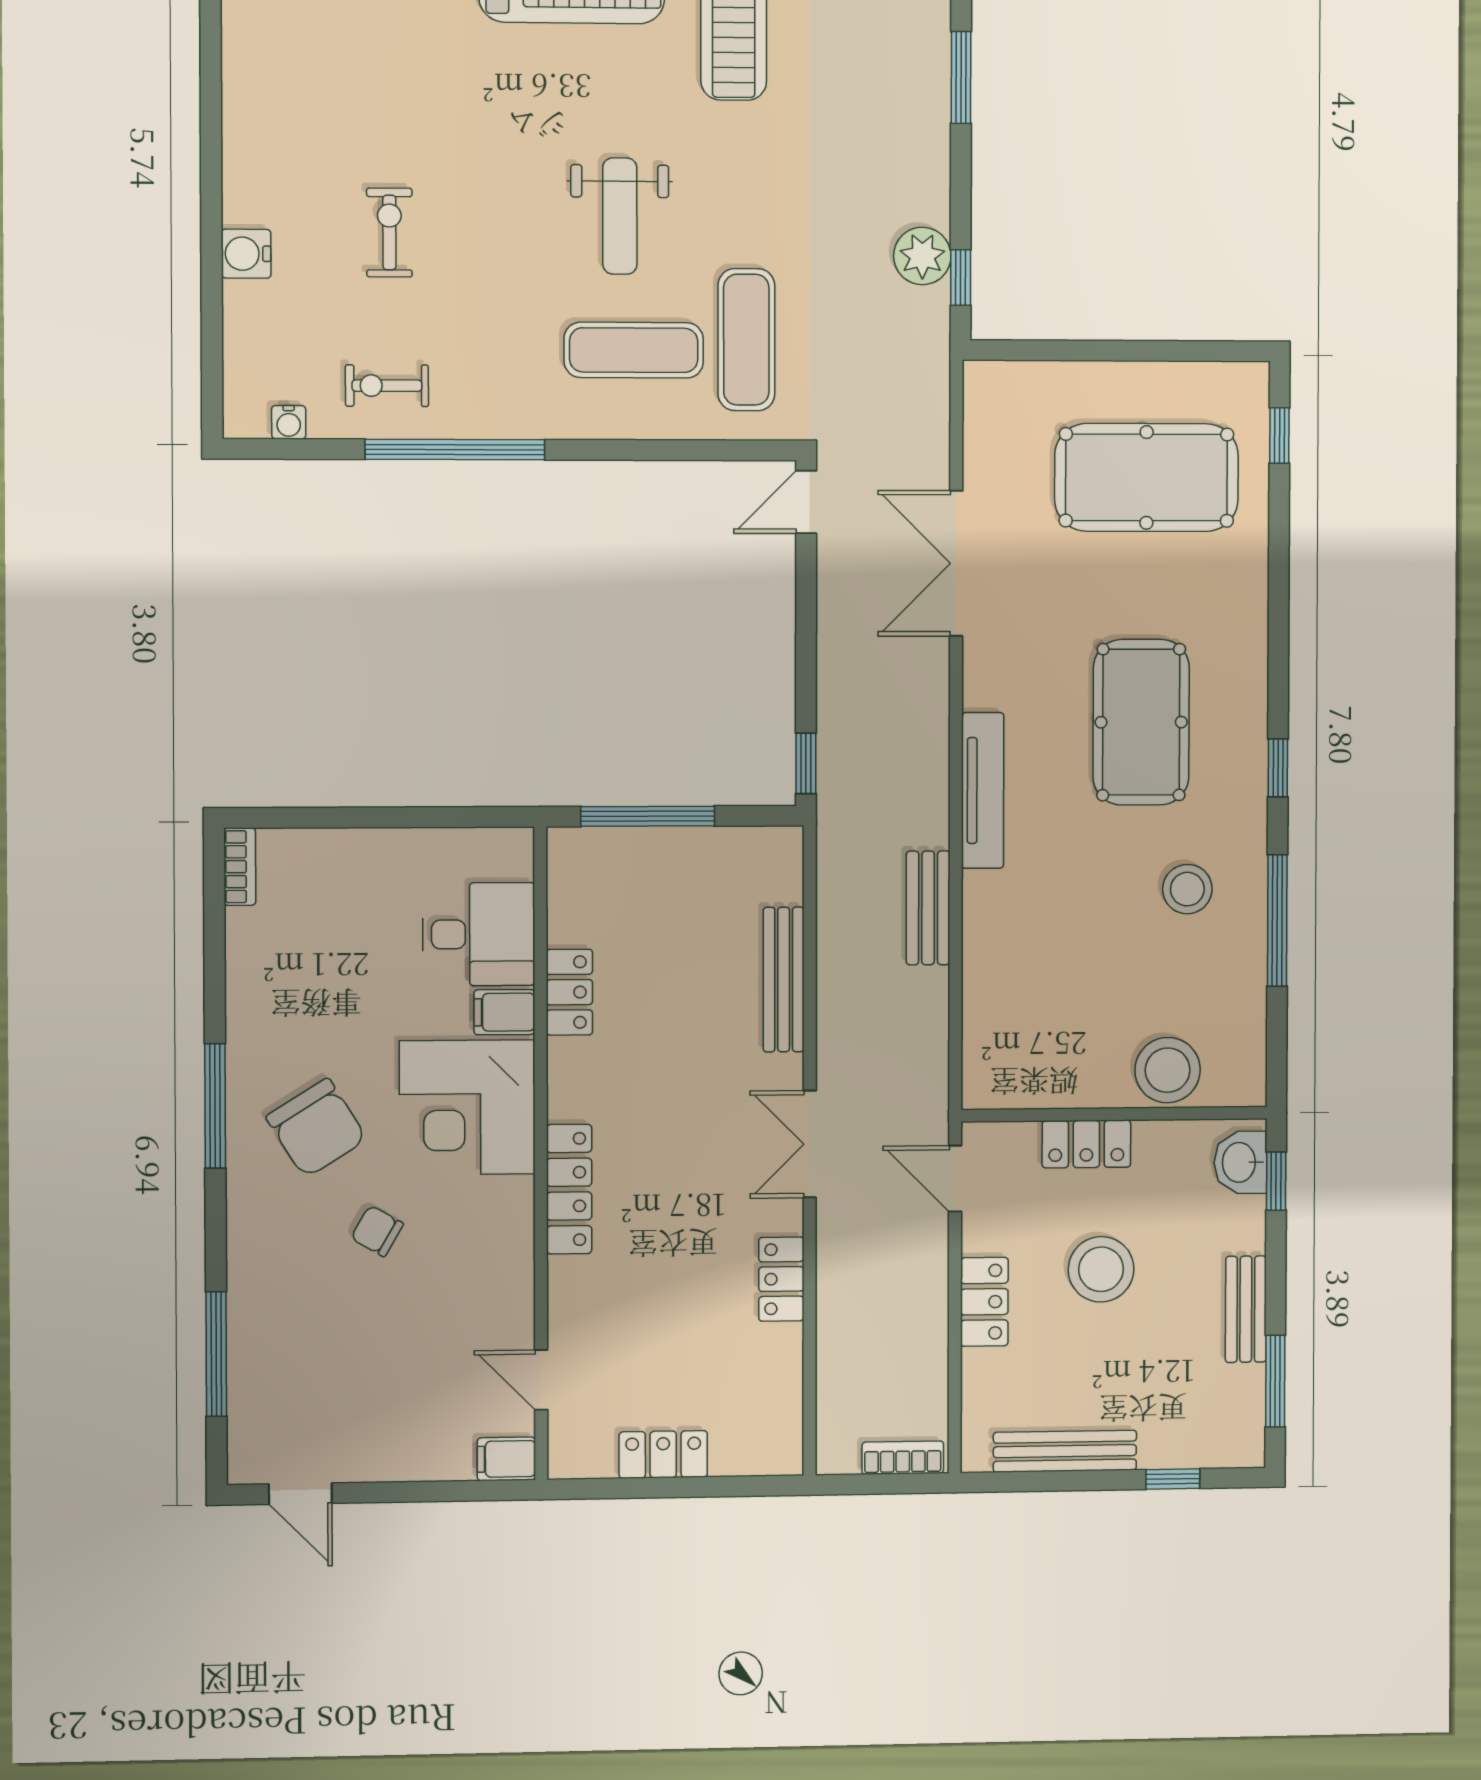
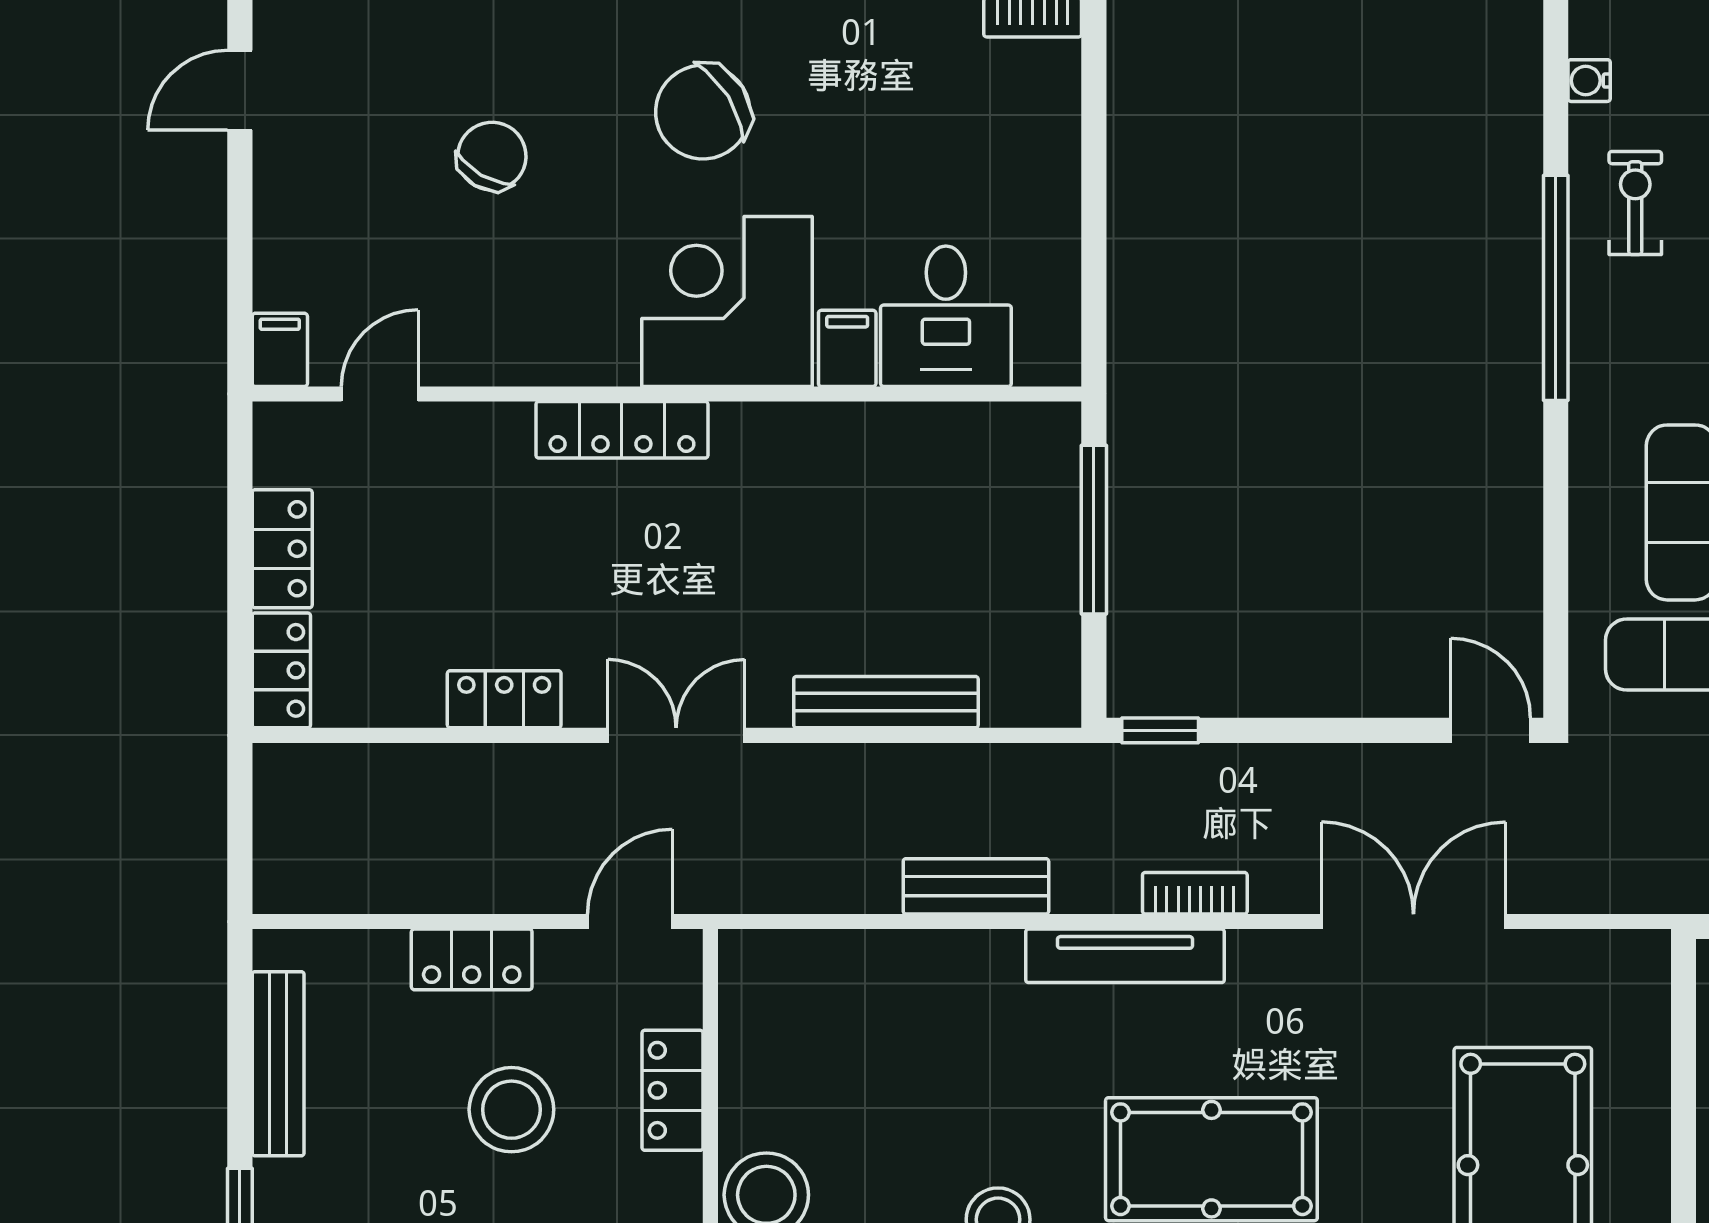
locker: (569, 992) -> (281, 670), moved, turned -90
chair: (377, 1231) -> (492, 156), moved, width x1.37, depth x1.37
bookcase: (903, 1458) -> (1195, 893), moved, turned -90

